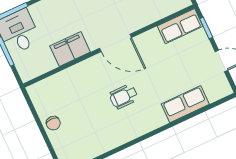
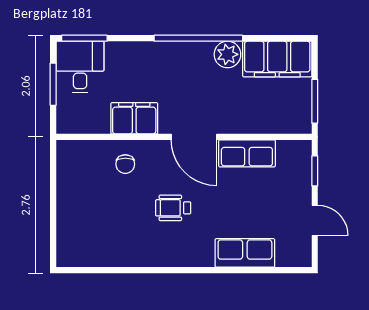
row of seats: (180, 26) -> (247, 153), moved
chair: (53, 123) -> (125, 164), moved

